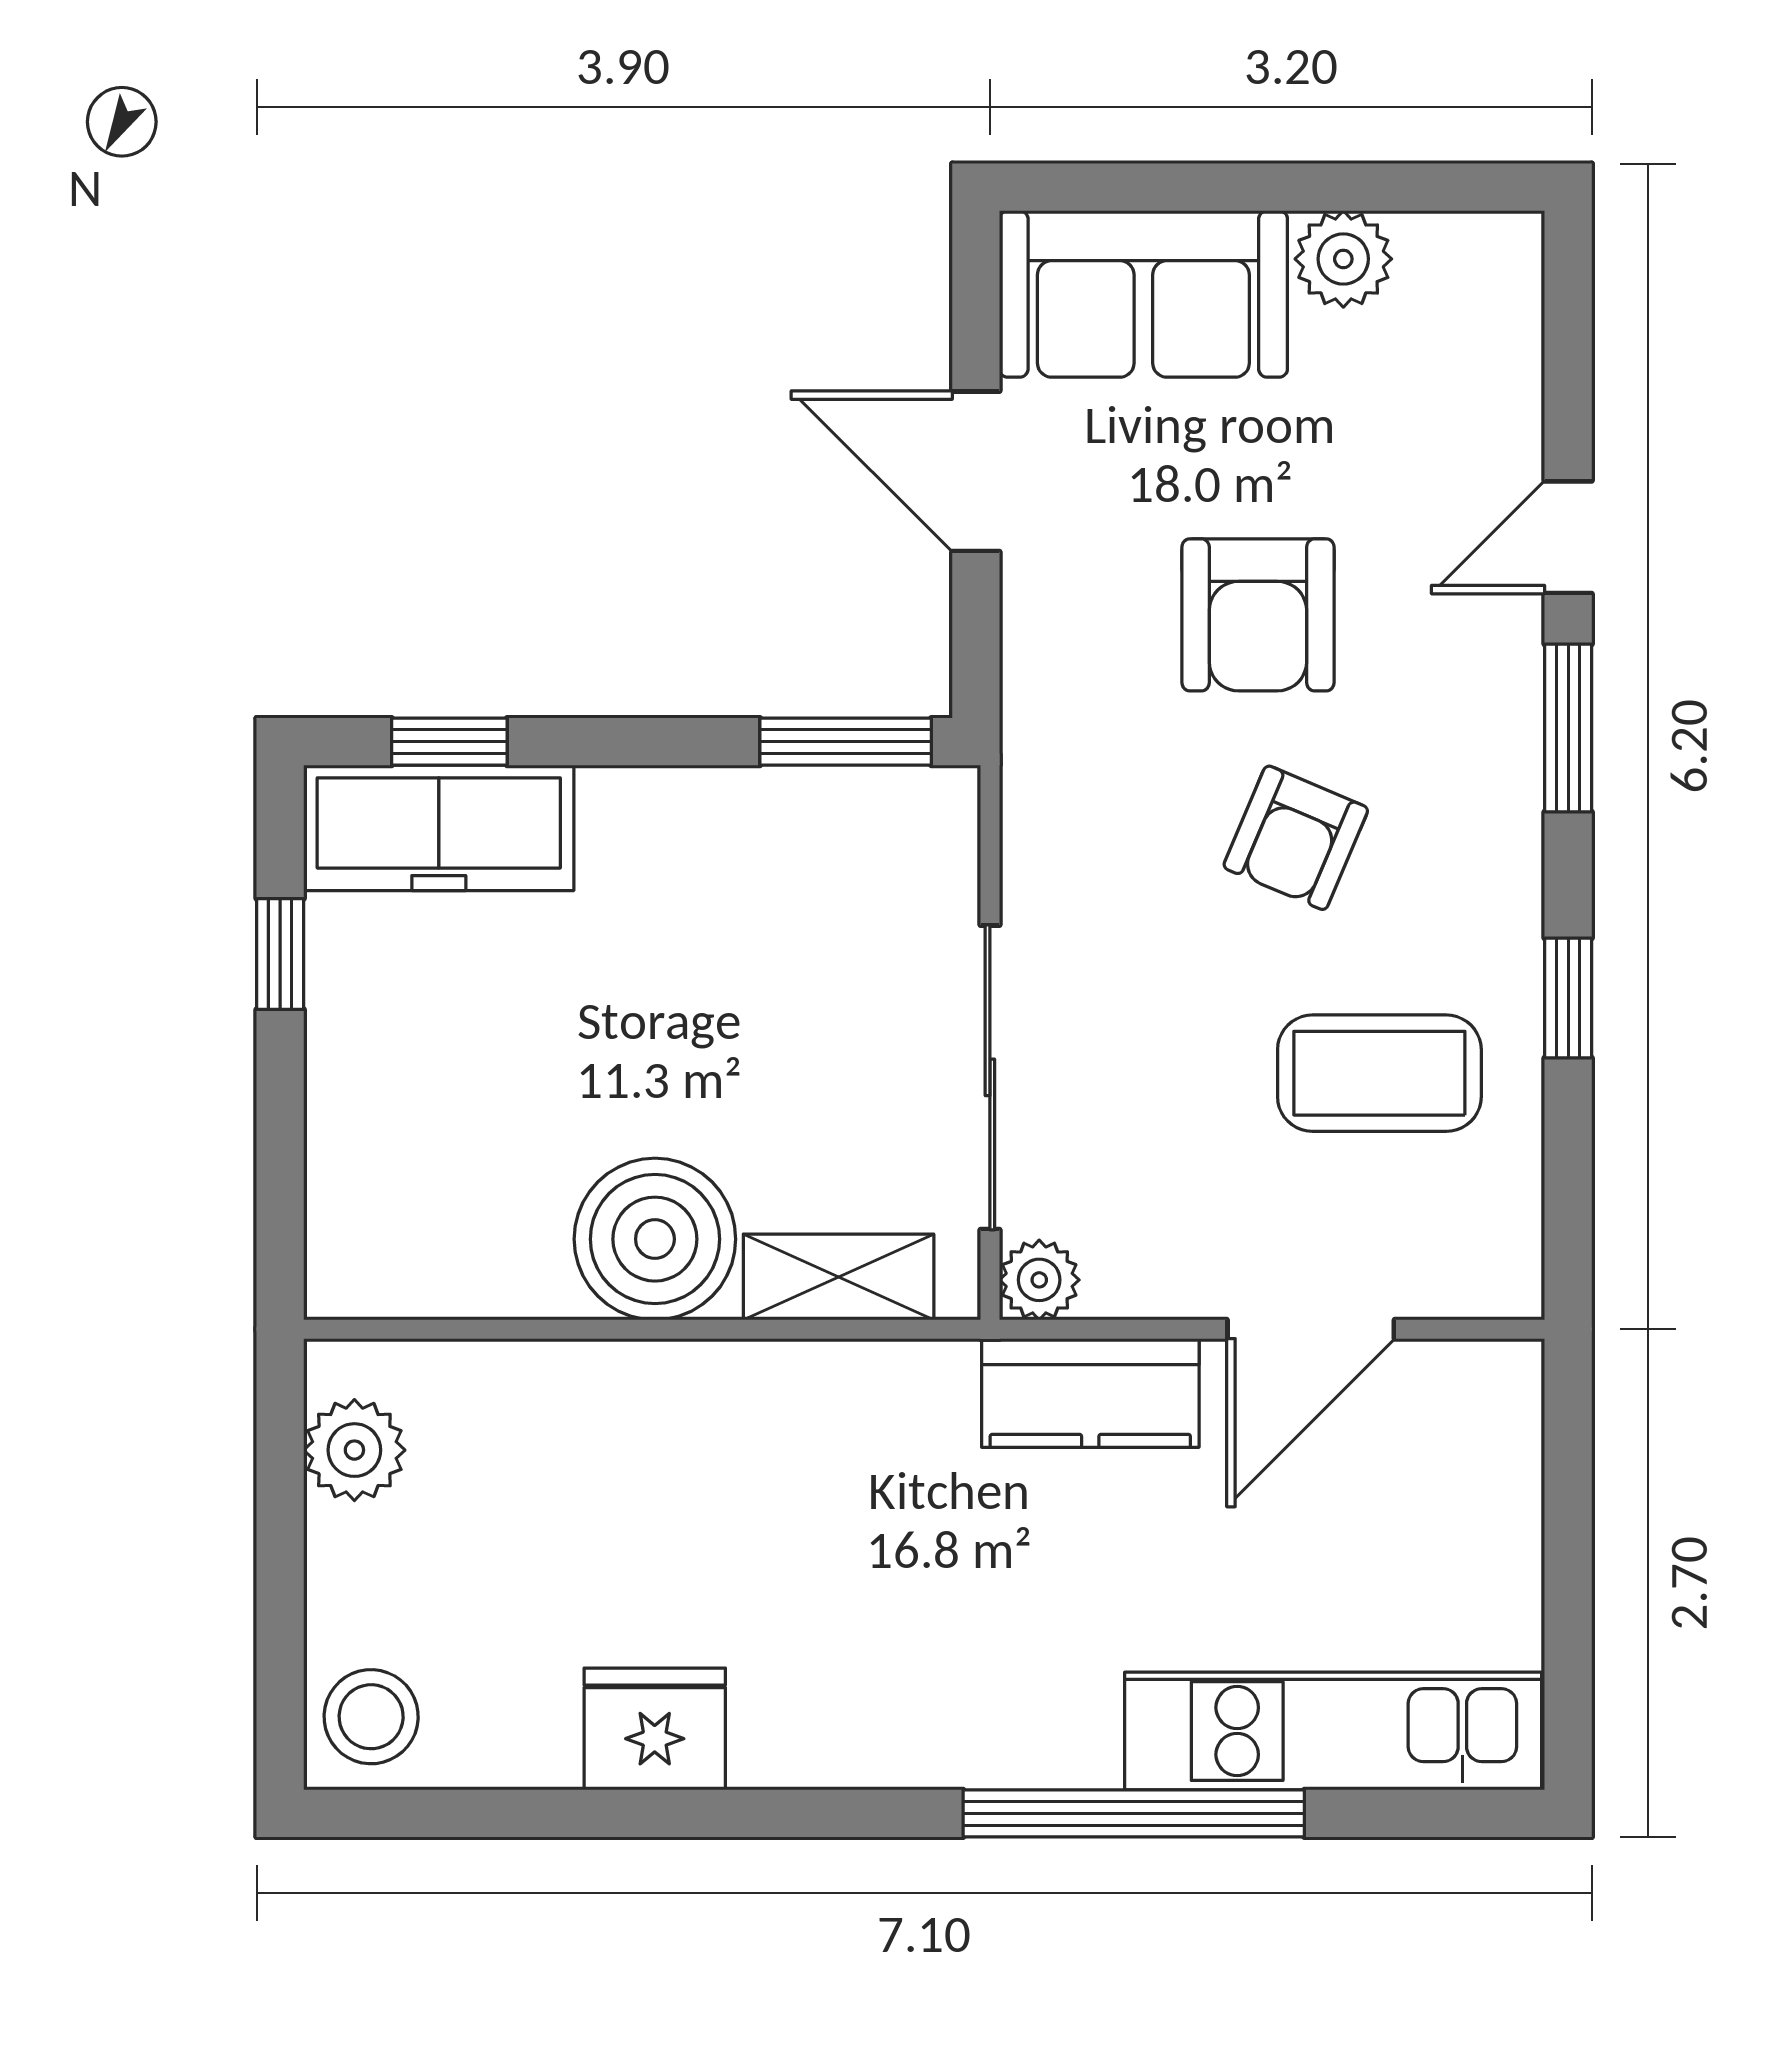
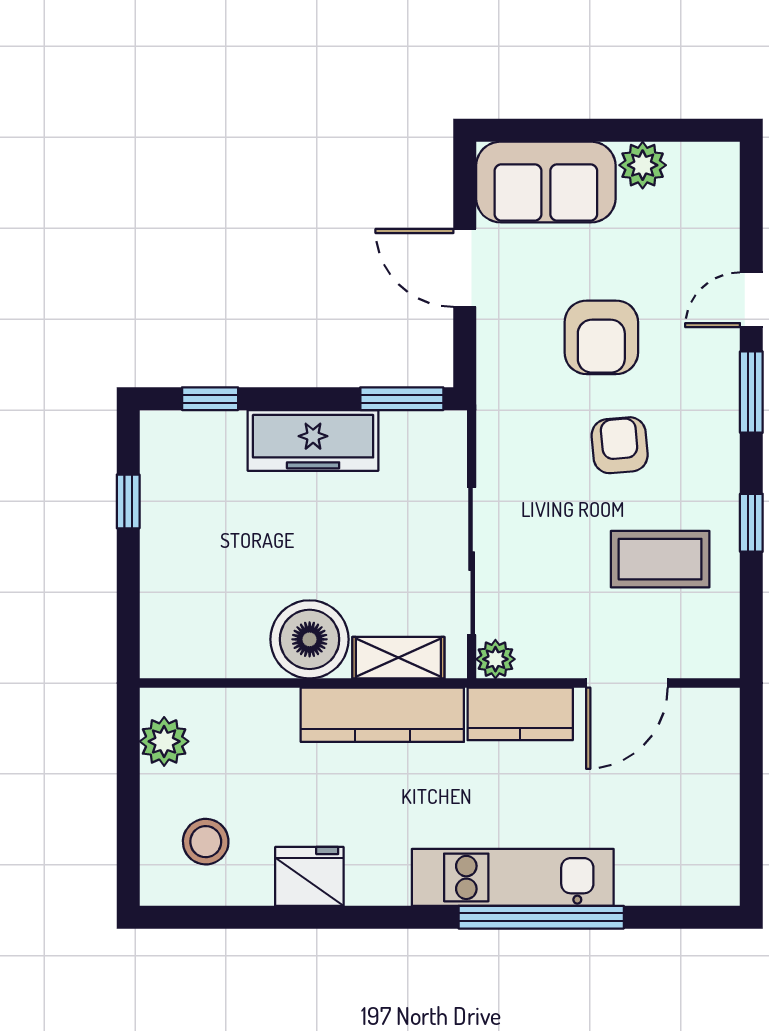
freezer: (439, 828) -> (313, 440), moved
armchair: (1296, 838) -> (620, 445), turned 152
kitchen counter: (805, 1395) -> (382, 715), added
stool: (371, 1717) -> (206, 842), moved
kitchen unit: (1333, 1731) -> (513, 877), moved

